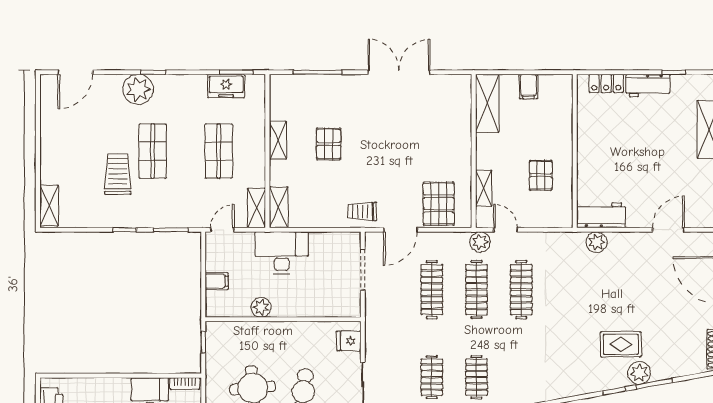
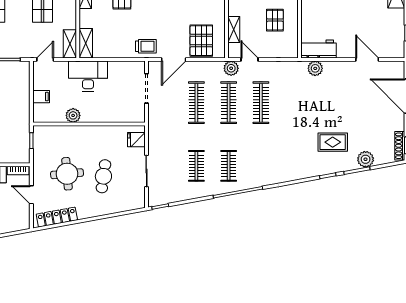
trolley: (362, 211) -> (146, 46), turned 180
door: (668, 230) -> (367, 59), hinge flipped
plant: (639, 373) -> (366, 159), moved

